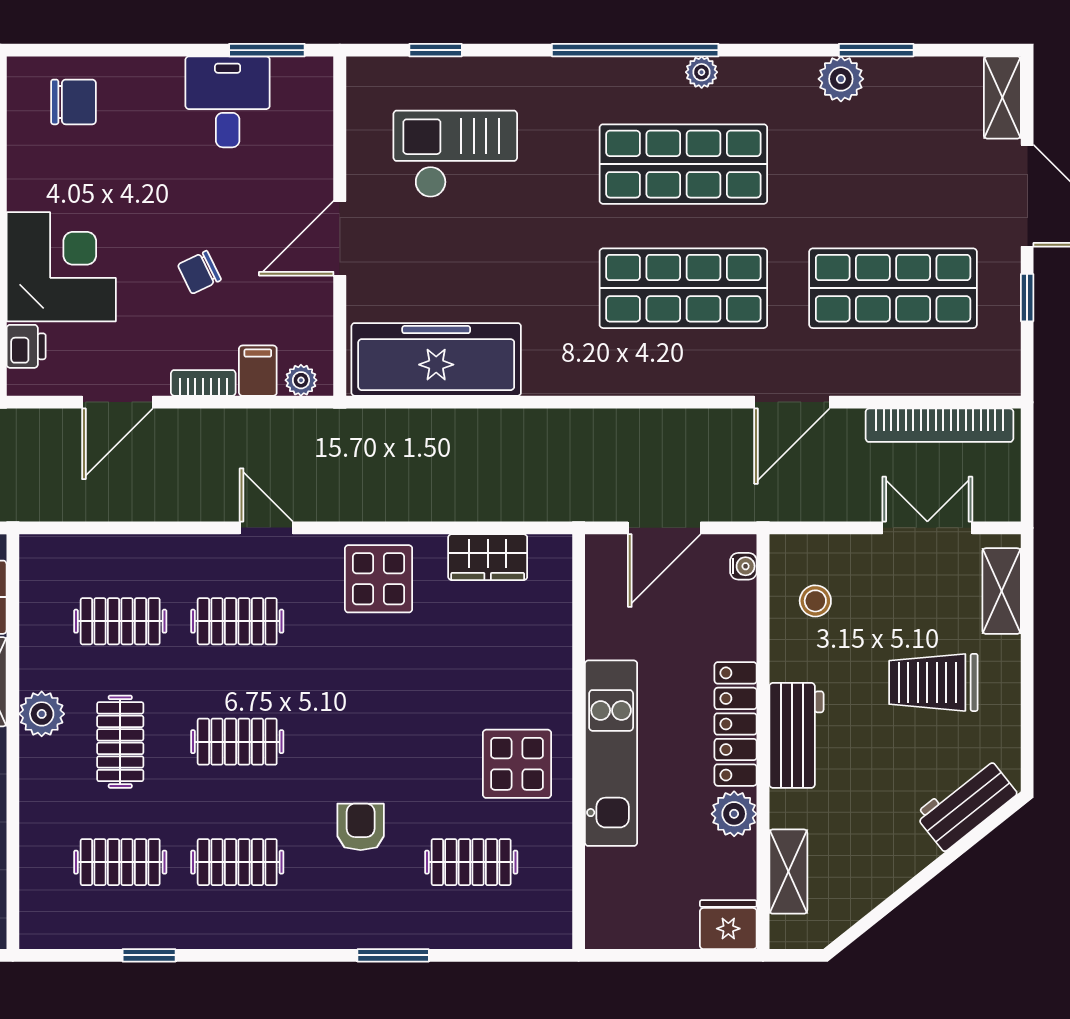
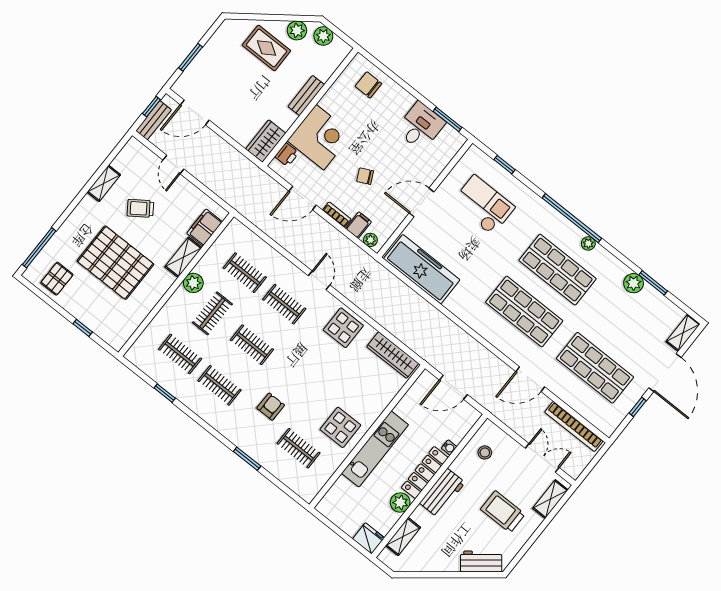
chair: (74, 102) -> (368, 85), turned 180
wardrobe: (488, 557) -> (393, 355), width x1.50
water cooler: (743, 566) -> (449, 448), moved

